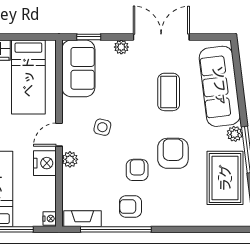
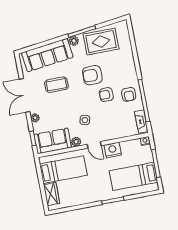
plant: (70, 159) -> (76, 142), moved

